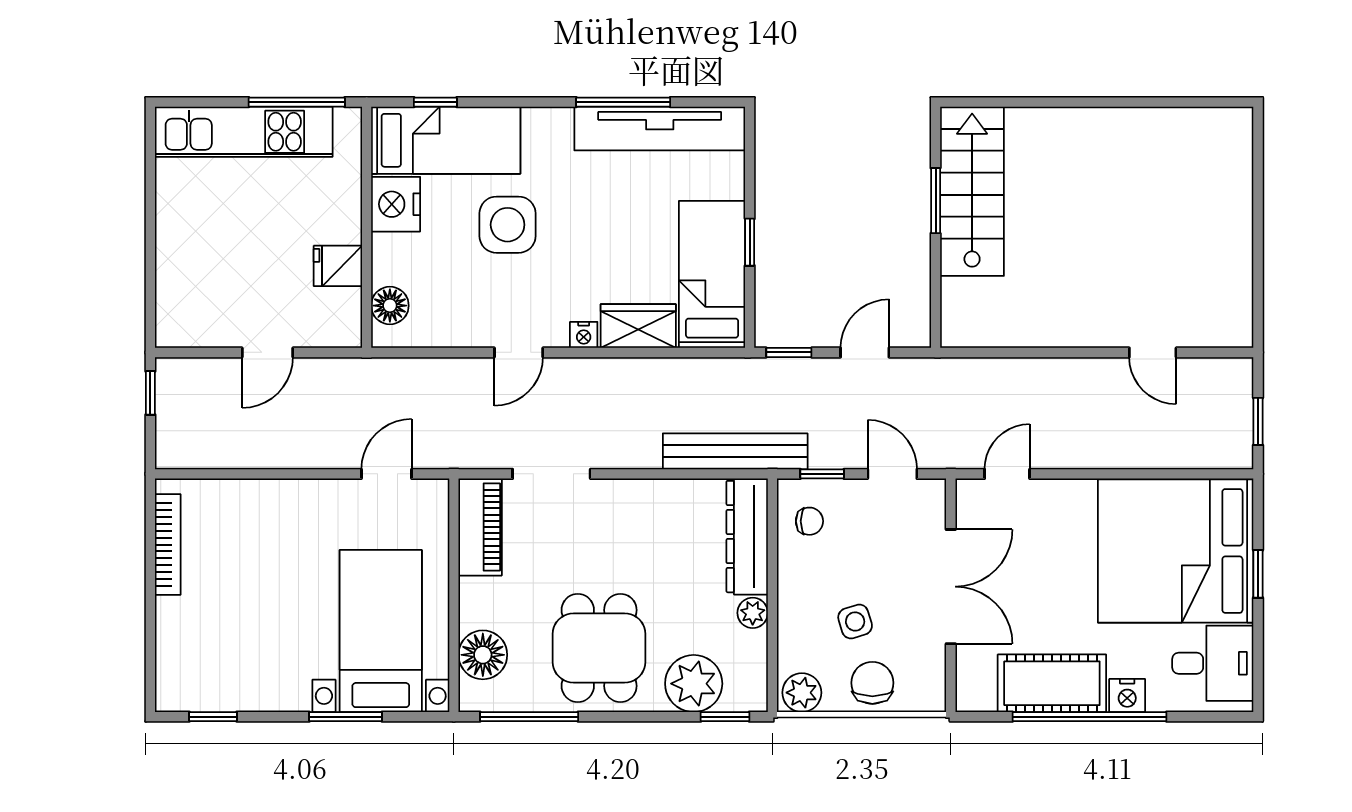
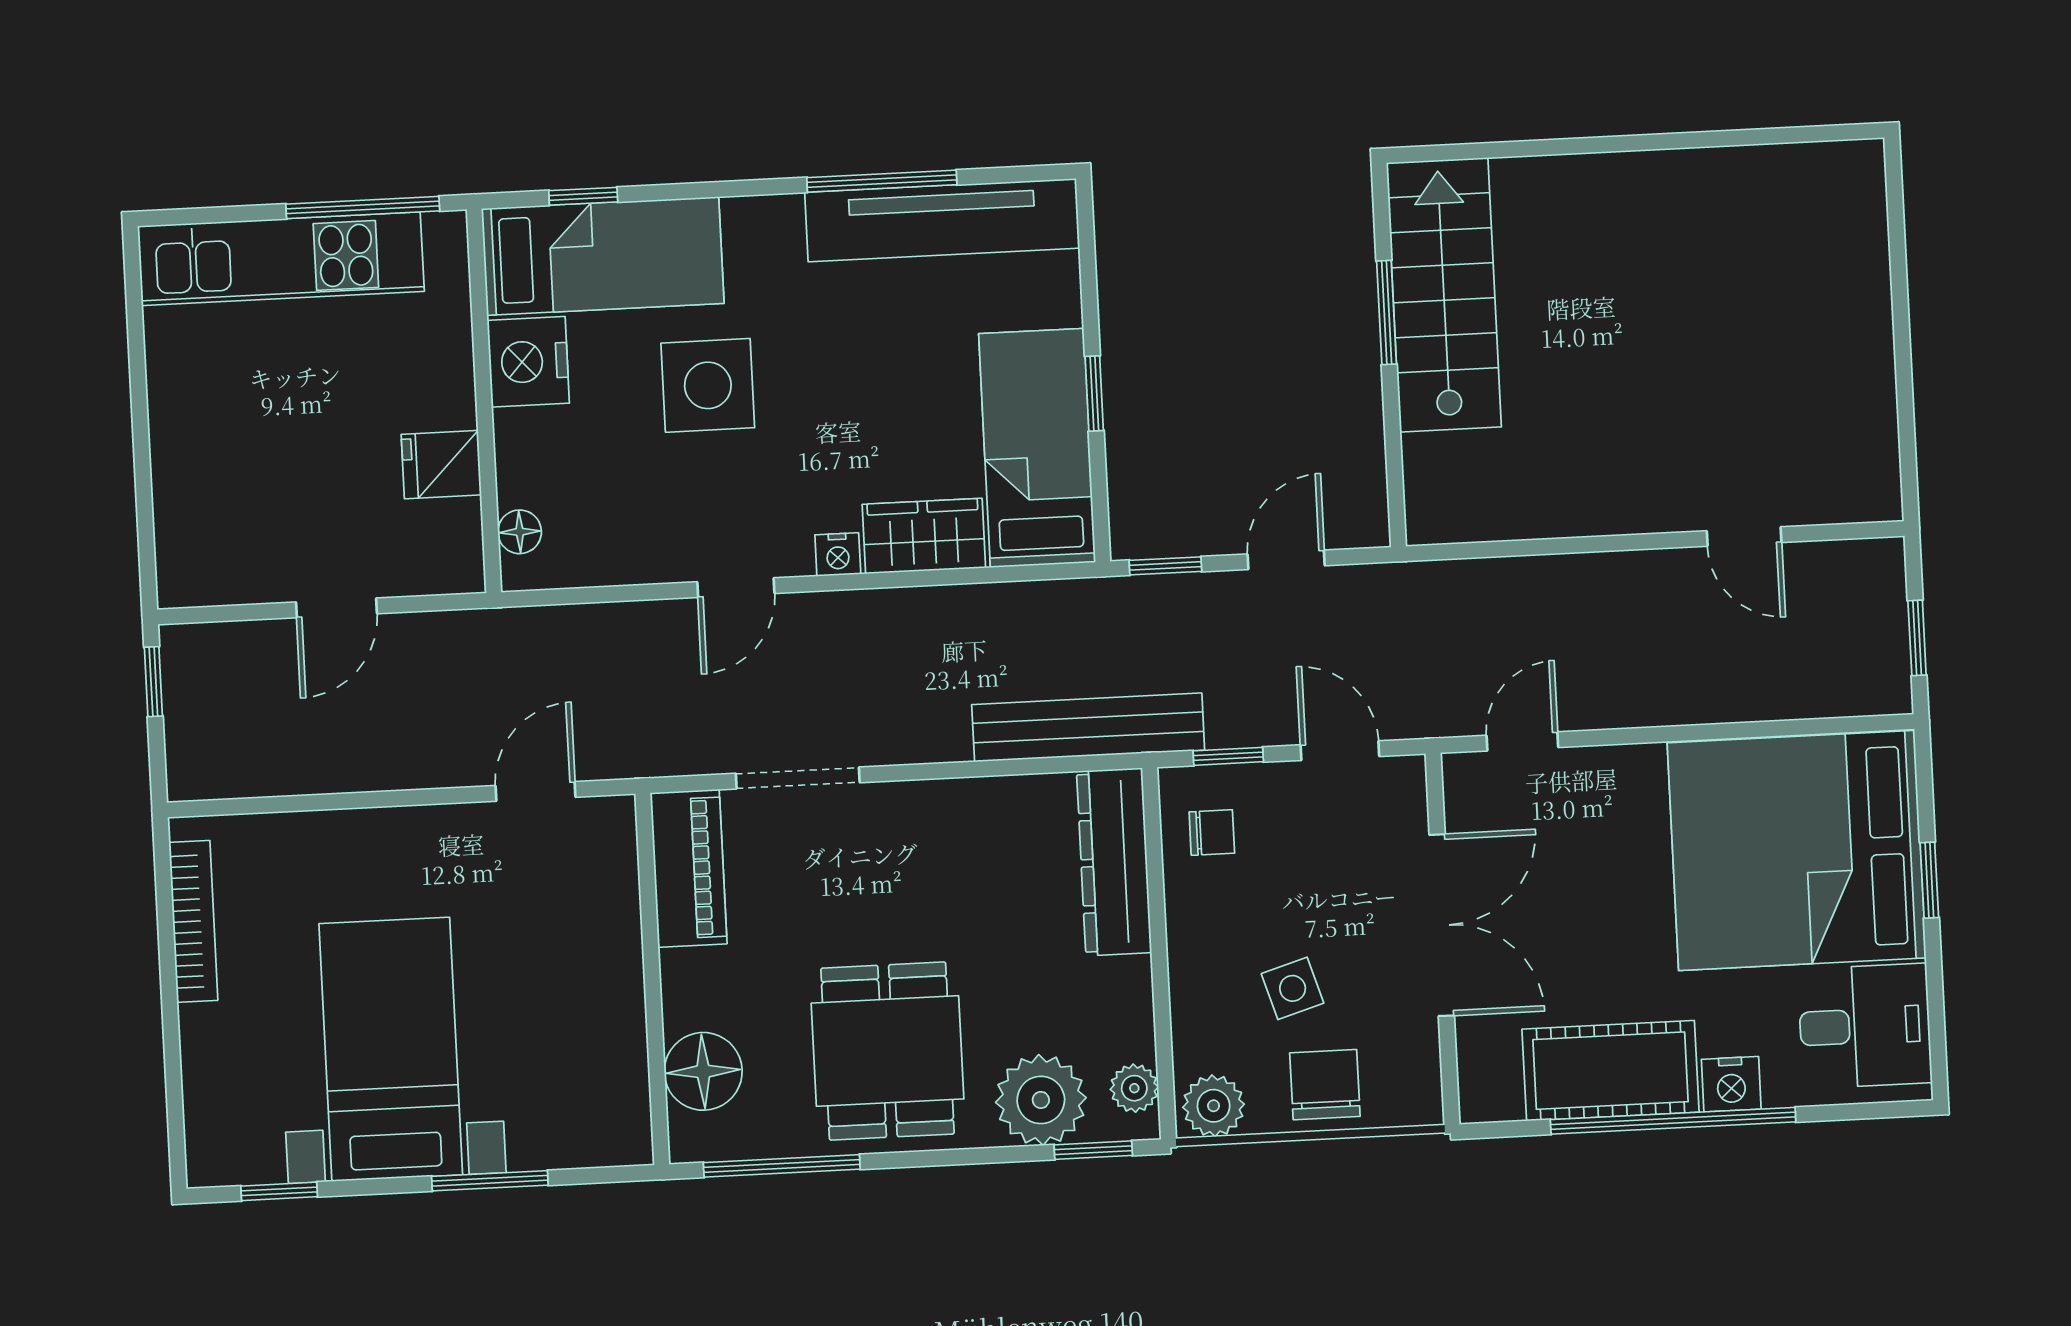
floor lamp: (390, 306) -> (520, 532), width x0.73, depth x0.73
plant: (753, 613) -> (1134, 1088), moved
bed with nightstands: (381, 631) -> (391, 1049), moved

